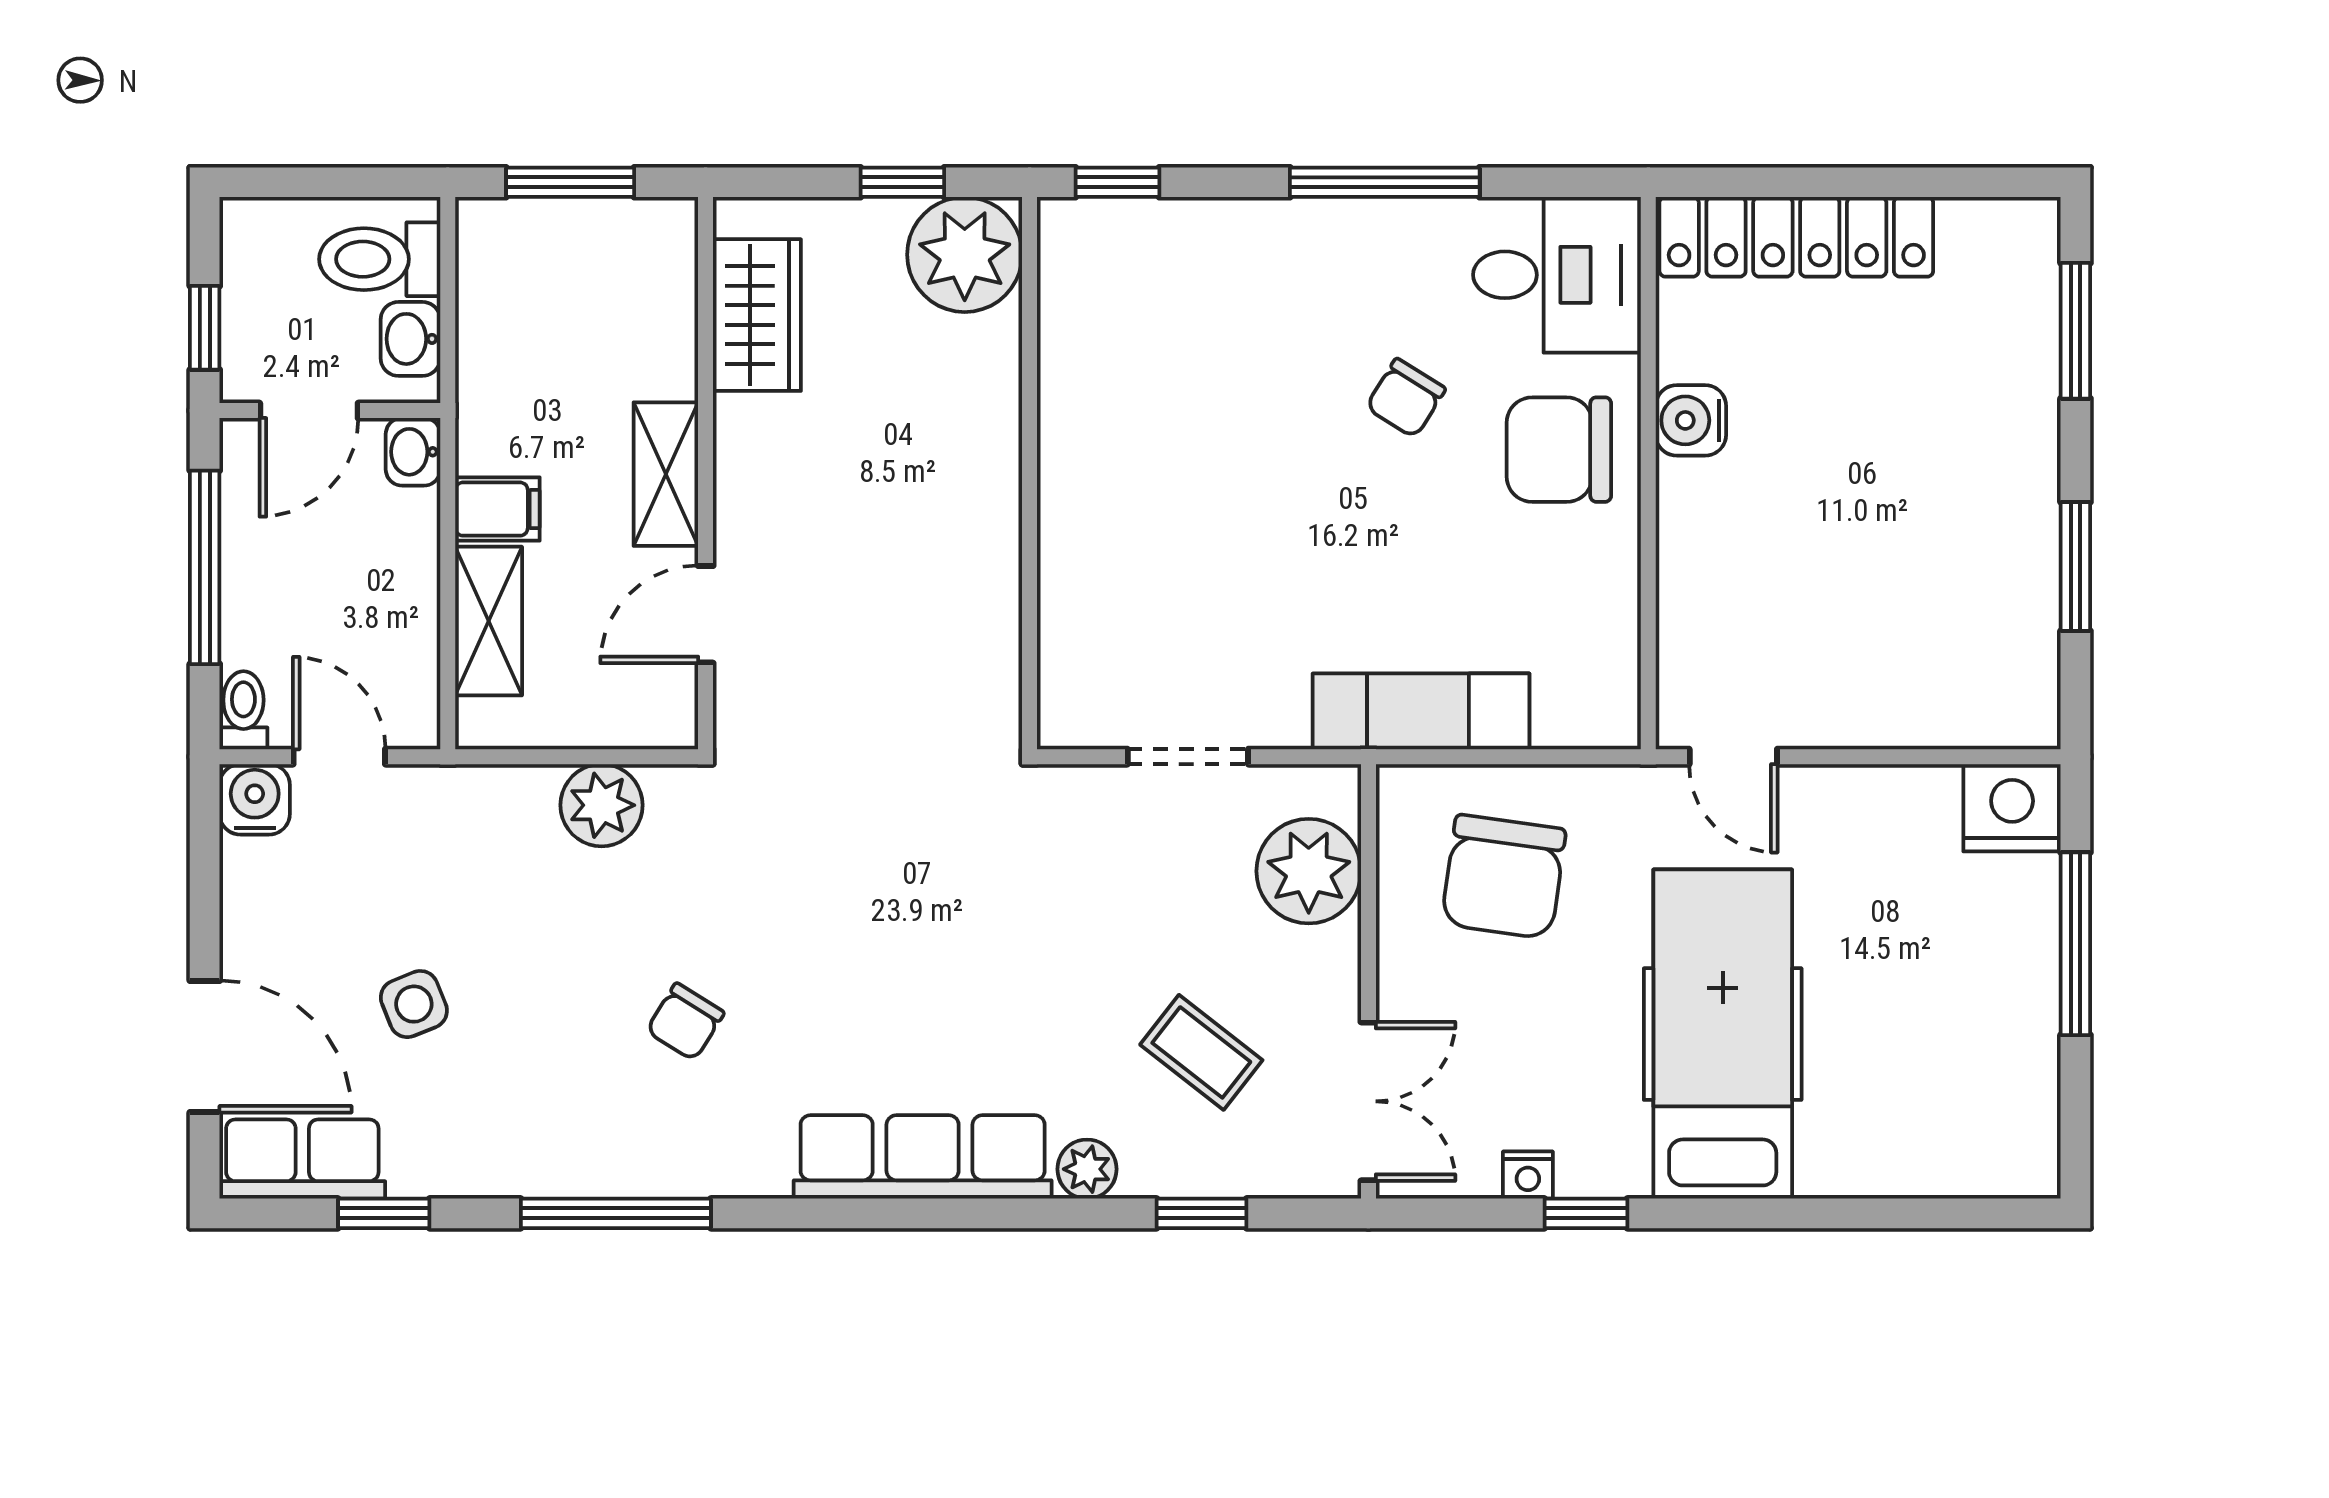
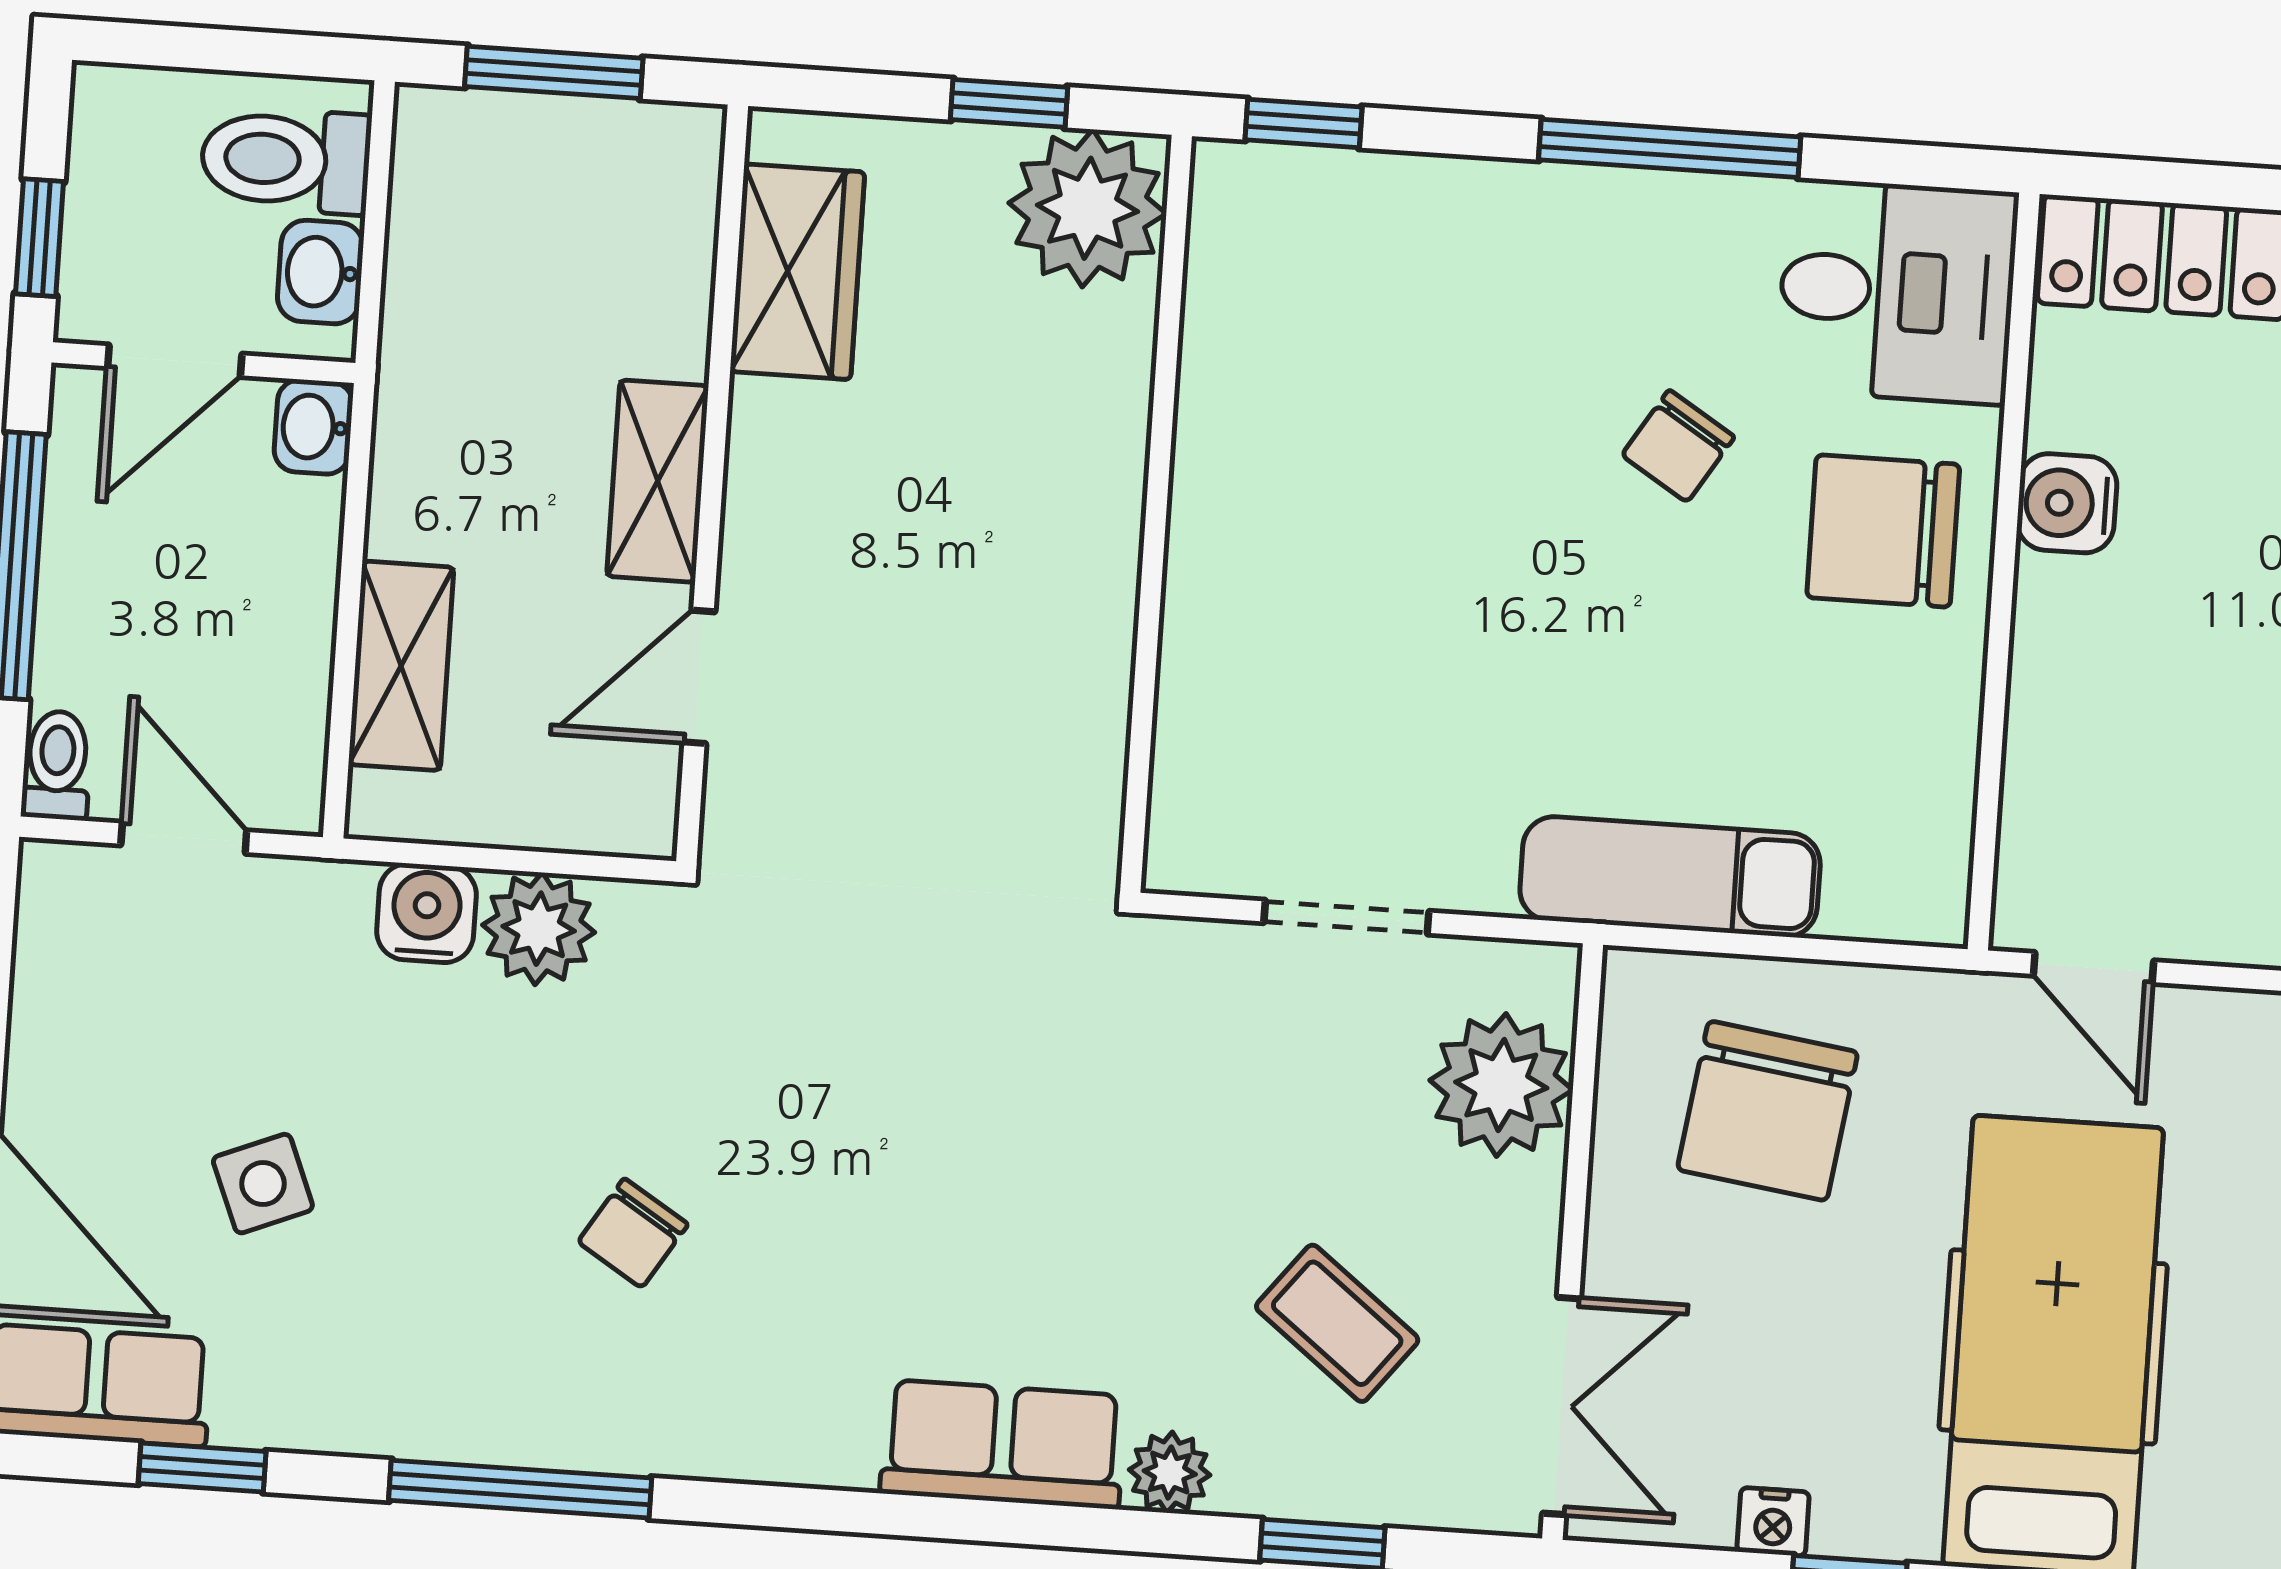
filing cabinet: (497, 509) -> (424, 513), removed
water cooler: (255, 799) -> (426, 913), moved
row of seats: (923, 1157) -> (1003, 1444), width x0.68

